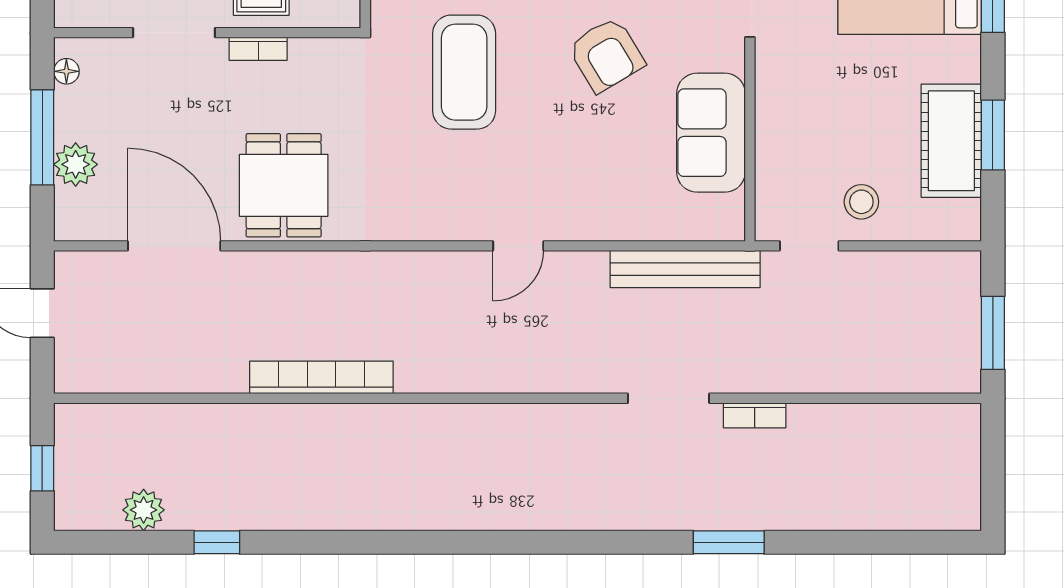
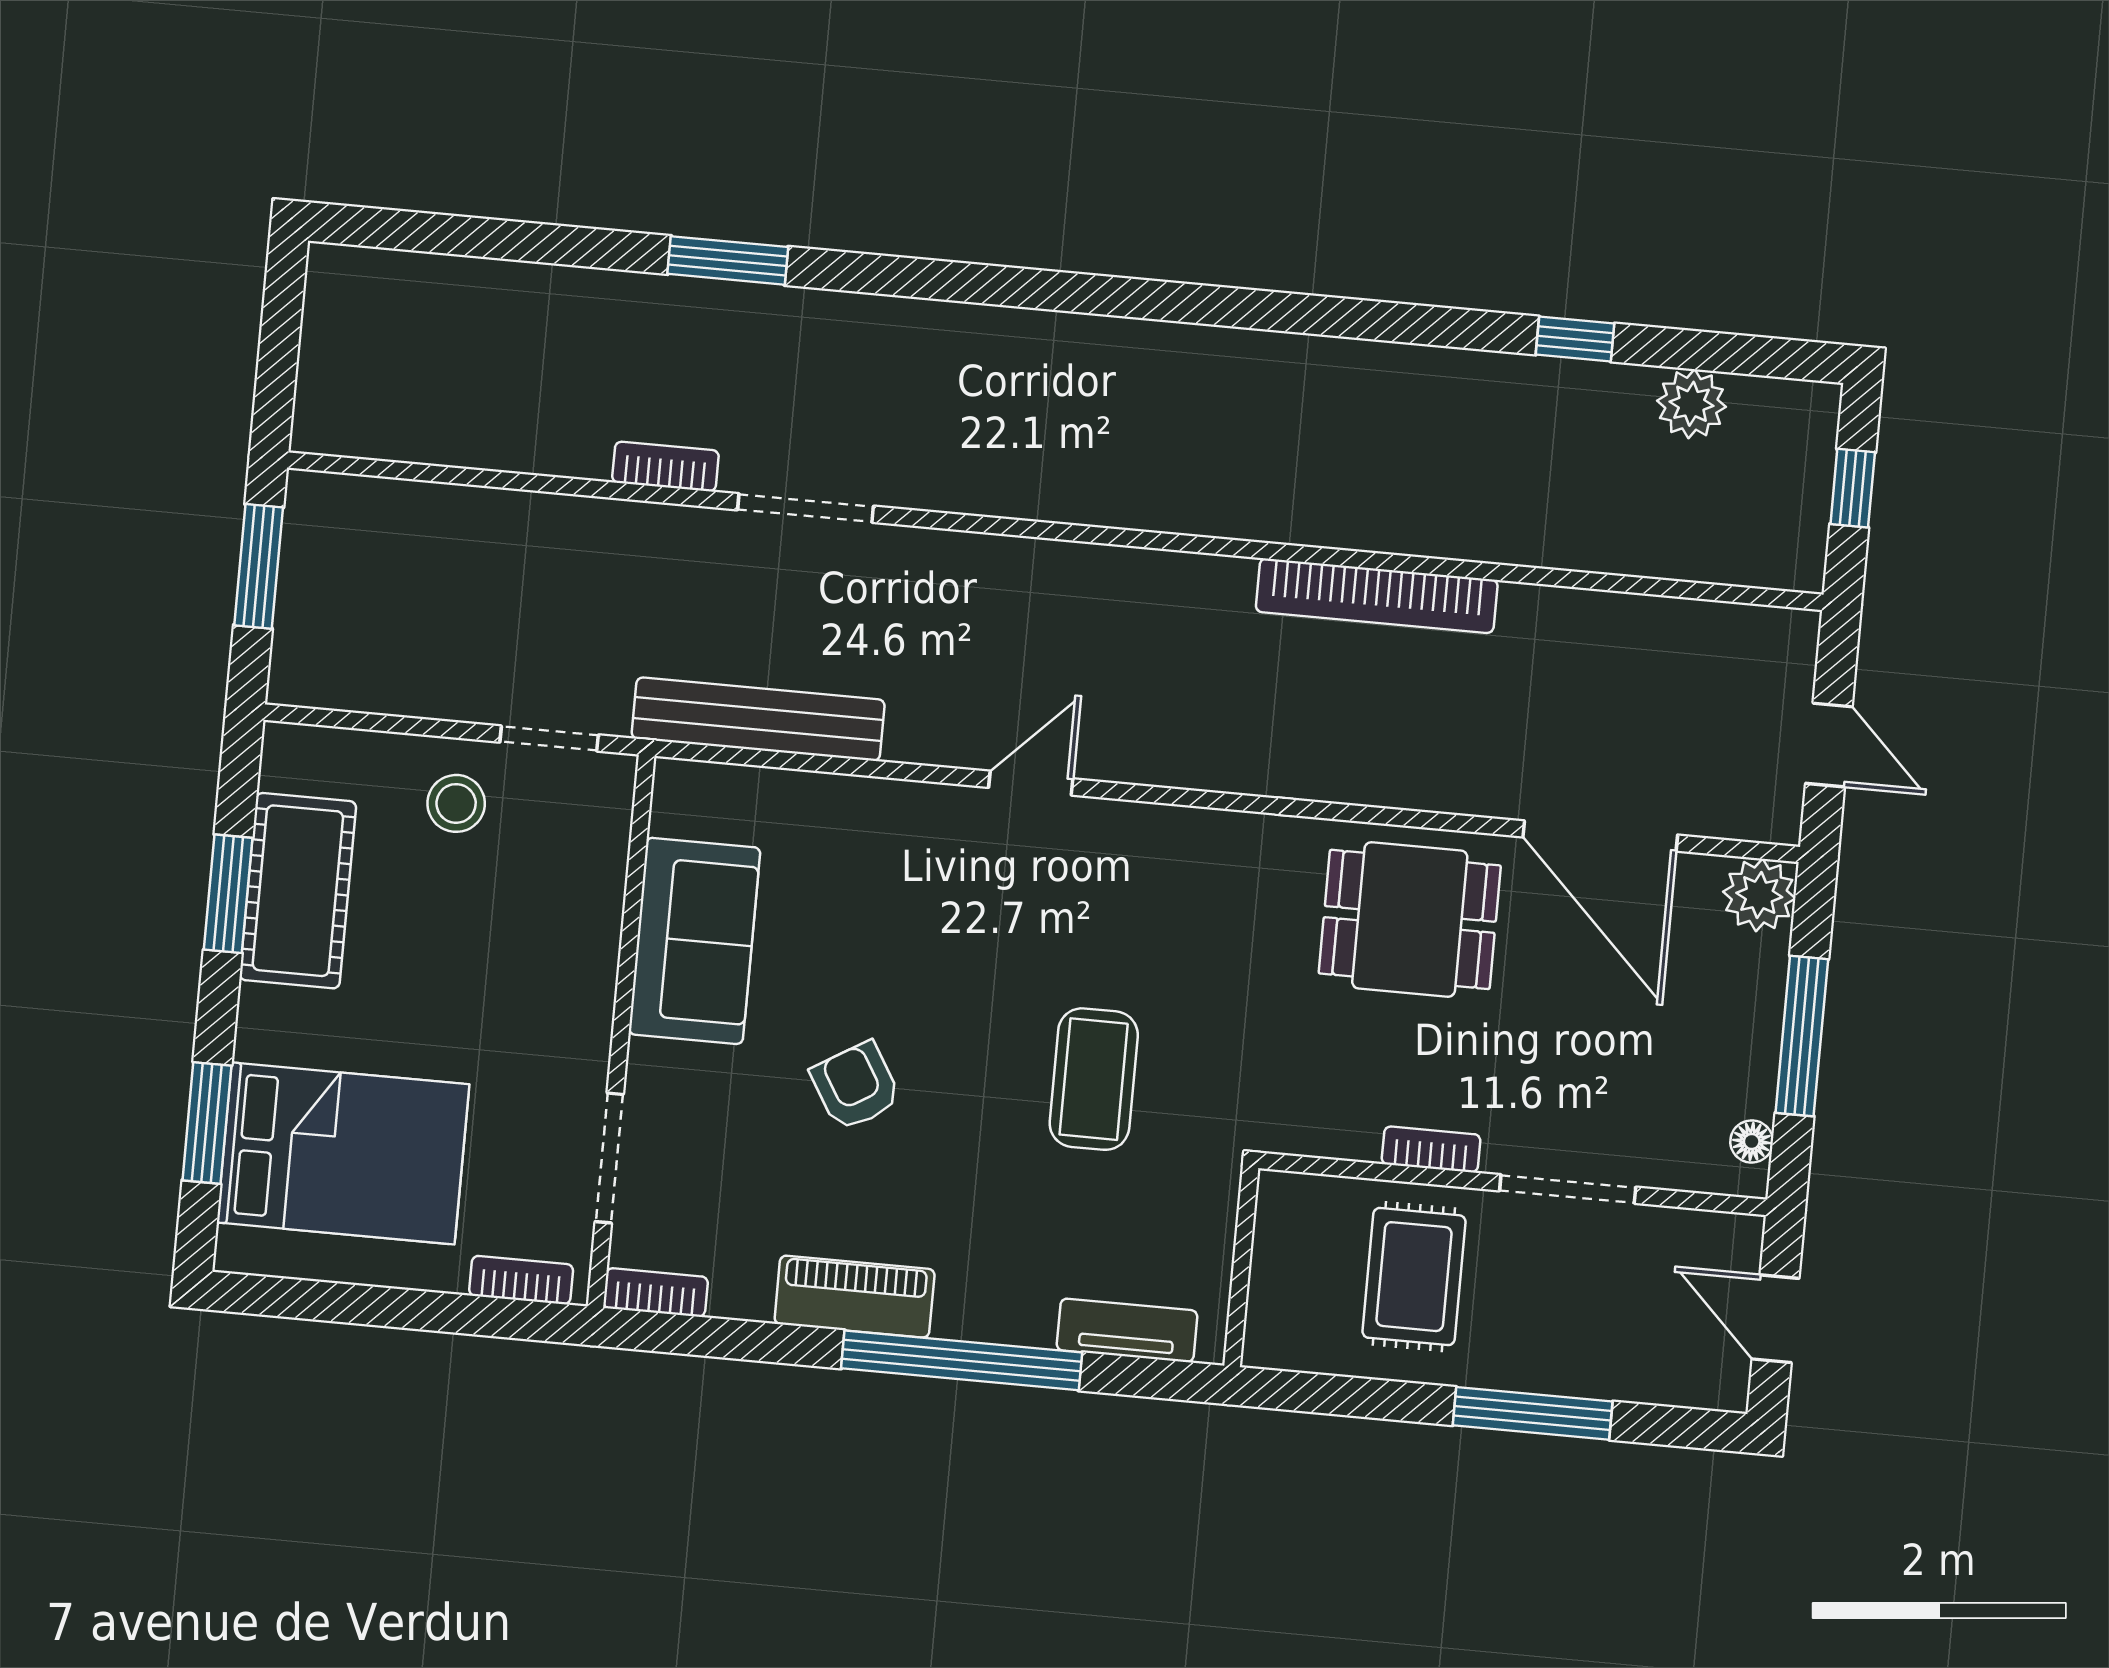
armchair: (606, 55) -> (856, 1086), width x0.72, depth x0.72
coffee table: (464, 72) -> (1094, 1079), width x0.73, depth x0.76
plant: (76, 164) -> (1759, 895), moved
dining table: (284, 185) -> (1410, 919), turned 90

